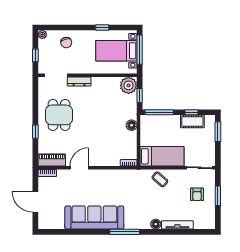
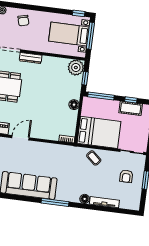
window: (102, 27) -> (79, 13), moved
bed: (162, 156) -> (99, 132), width x1.50

